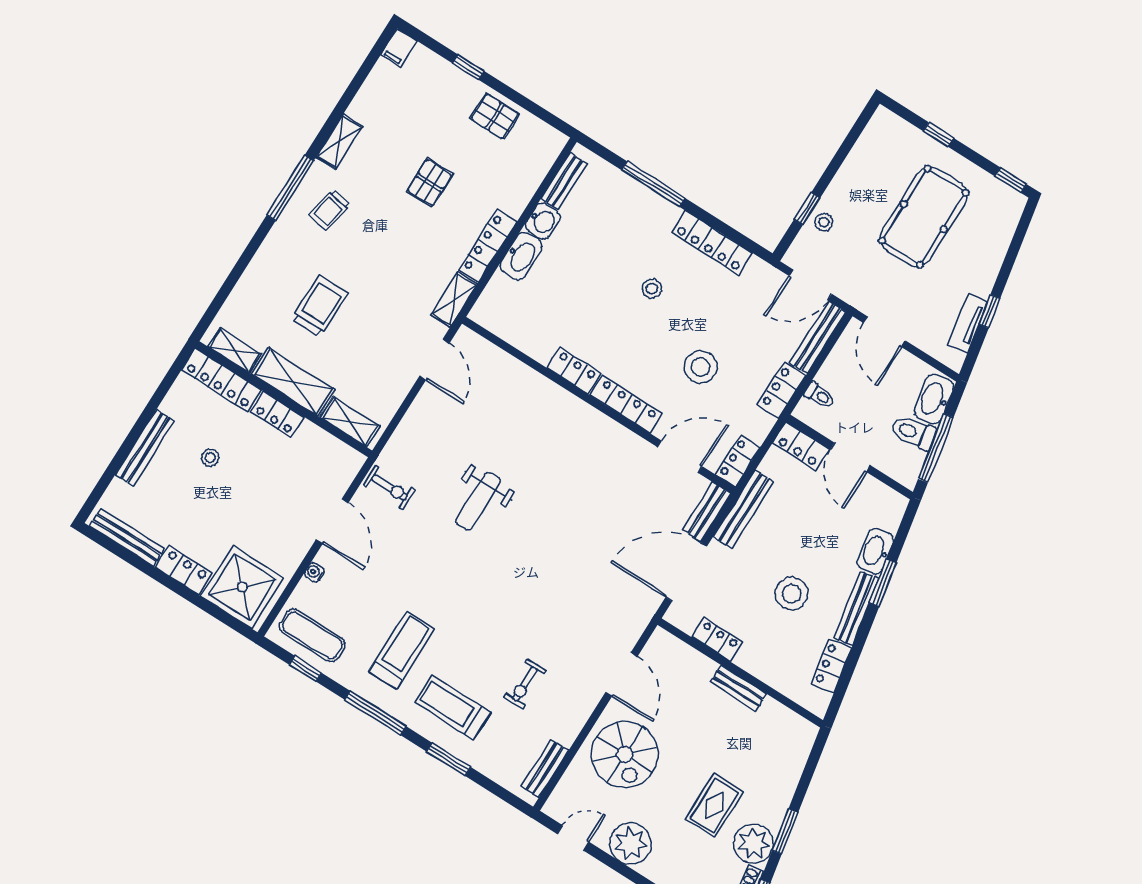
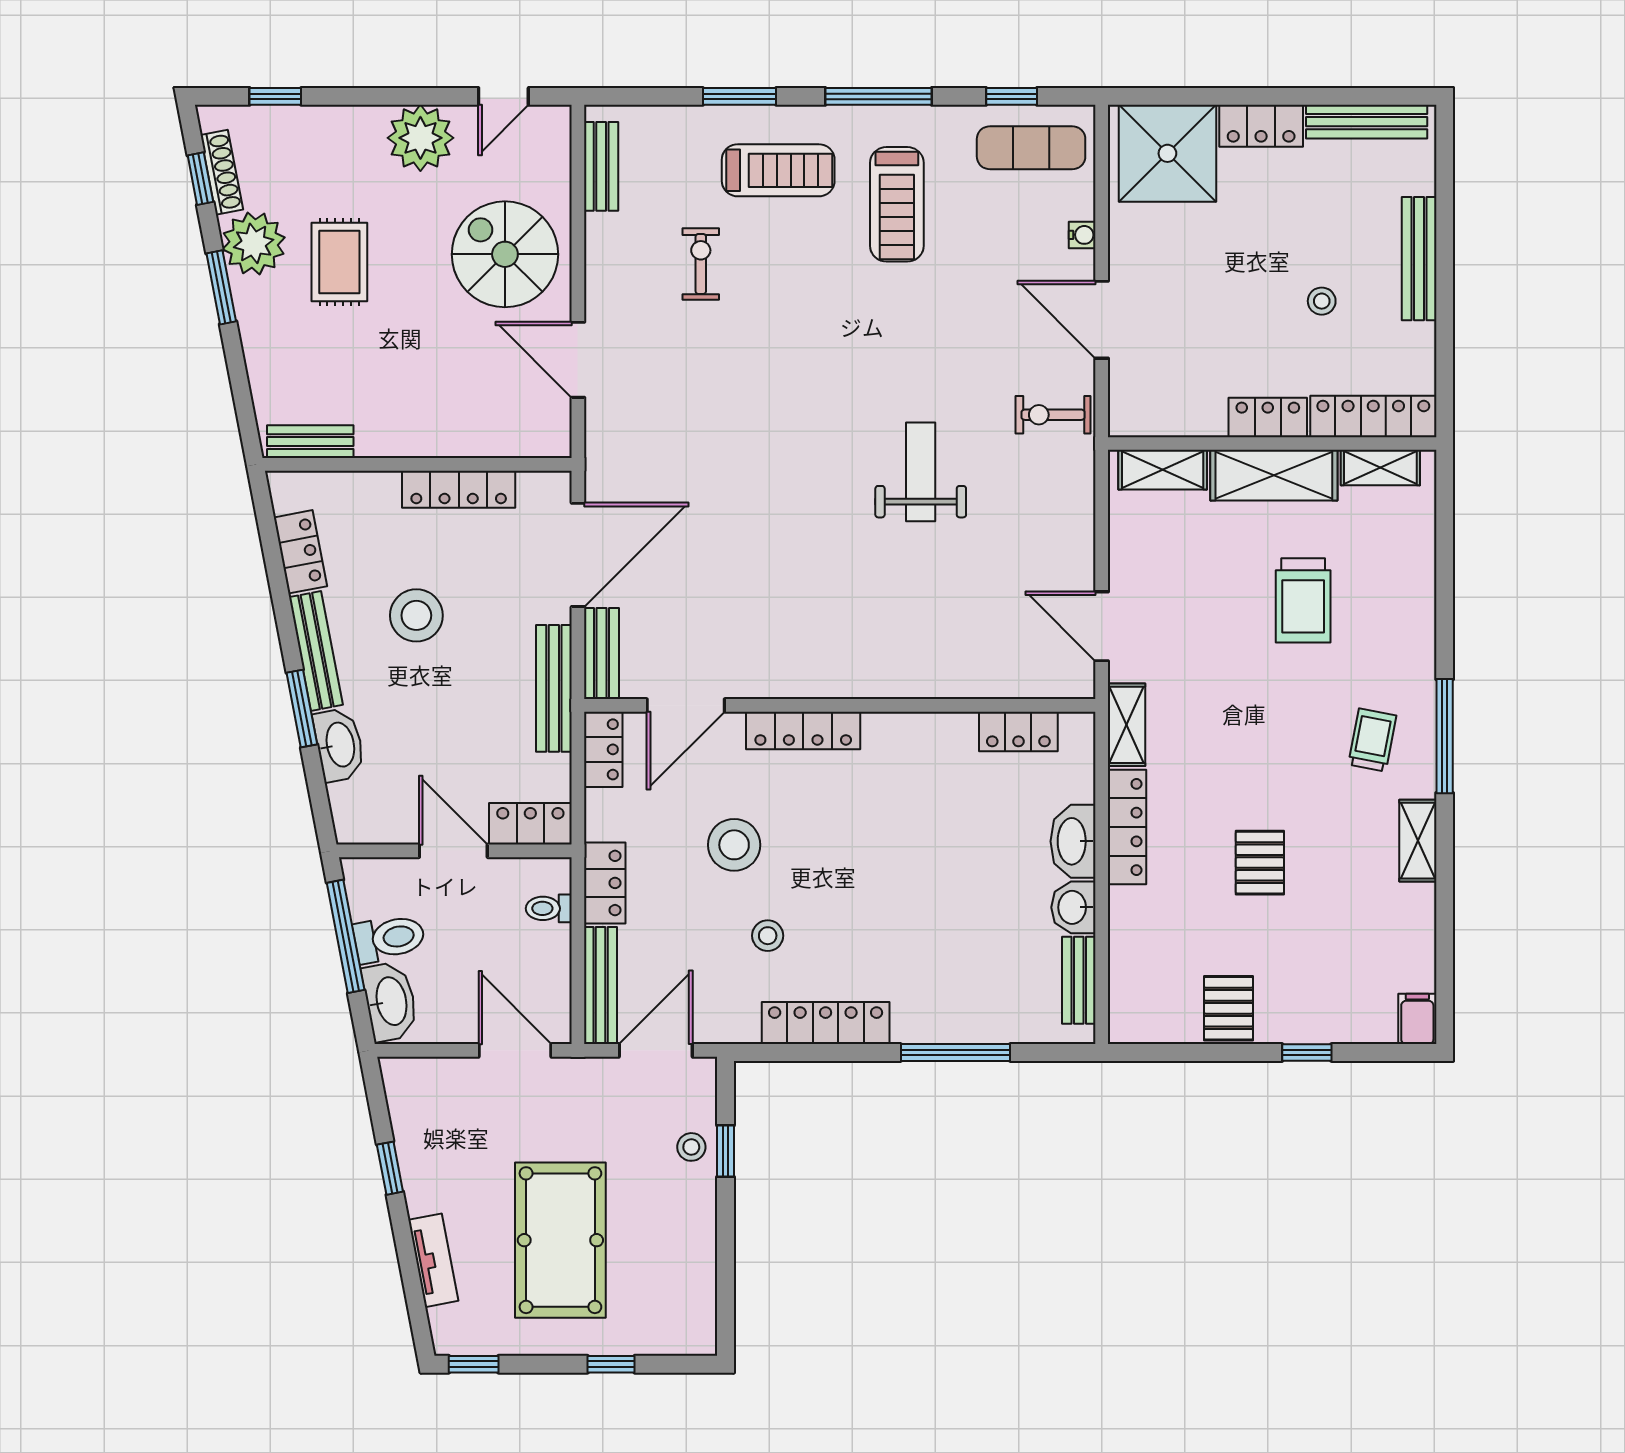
pallet: (495, 116) -> (1228, 1008), turned 90
stool: (652, 289) -> (768, 936), moved
tv unit: (968, 323) -> (433, 1260), moved
locker: (574, 371) -> (1018, 731), moved
locker: (717, 640) -> (459, 489), width x1.53
bench: (738, 688) -> (310, 442), moved

